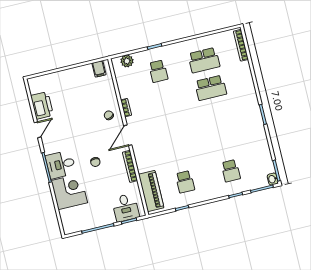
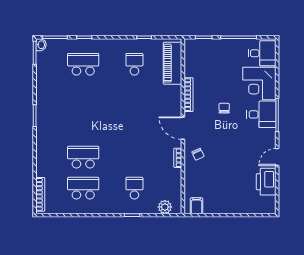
door: (128, 135) -> (183, 128), swing flipped
school desk: (231, 171) -> (83, 64), width x1.85
desk: (126, 208) -> (262, 53), moved, turned 90

